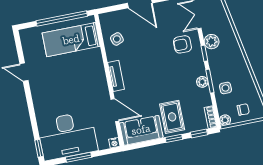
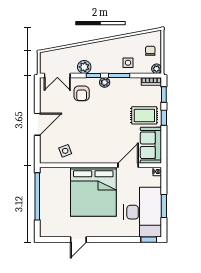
bed: (71, 40) -> (93, 192), moved, width x2.04
tv unit: (116, 76) -> (98, 158), removed
plant: (202, 82) -> (105, 82), moved

